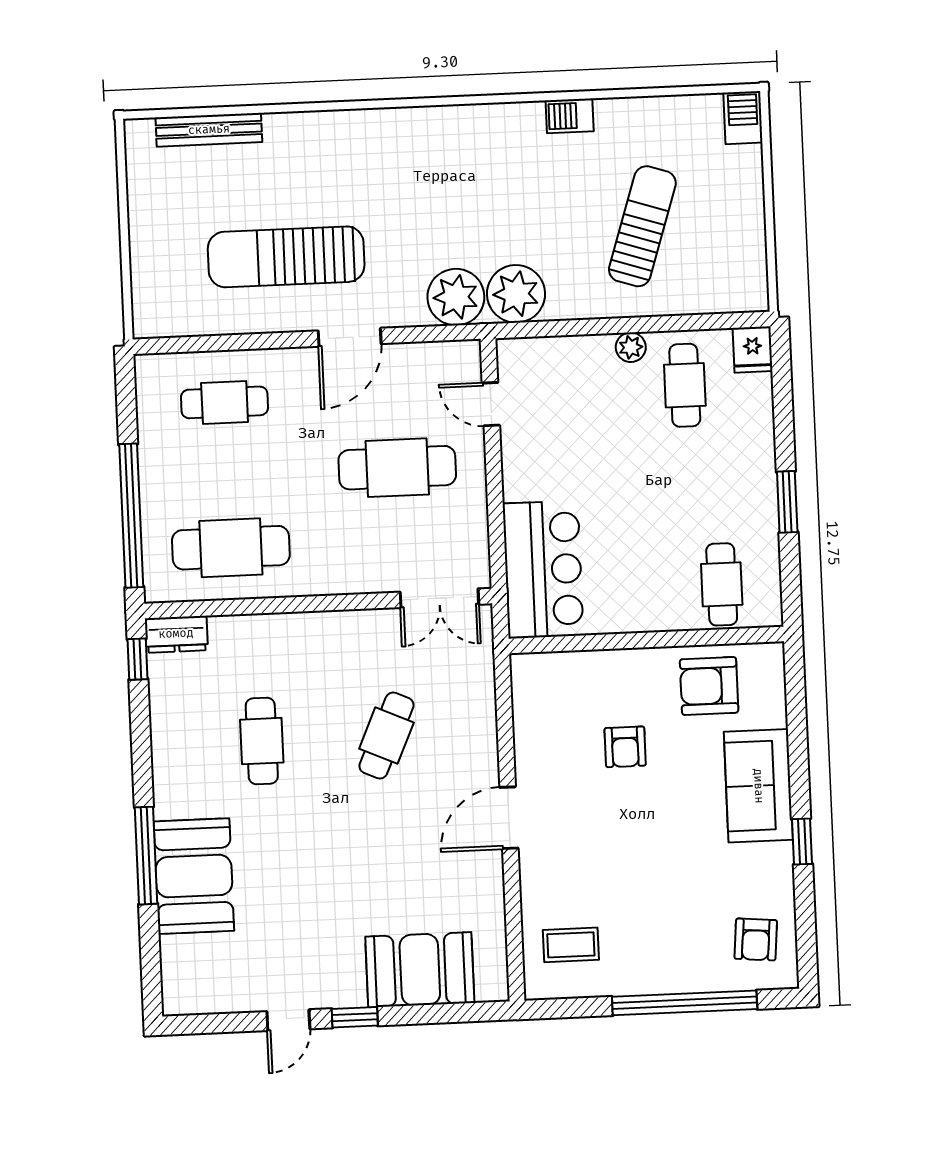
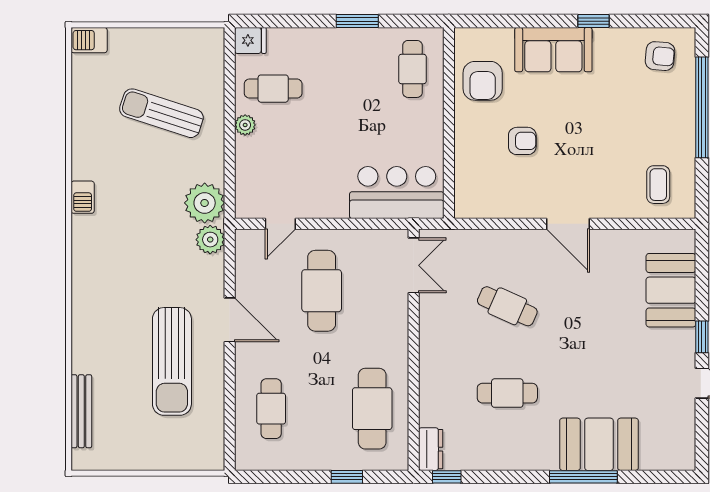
barbecue: (570, 116) -> (83, 197), moved
plant: (456, 297) -> (210, 240), width x0.73, depth x0.73
window: (131, 516) -> (347, 477), width x0.32
cafe table: (722, 584) -> (412, 69), turned 90

